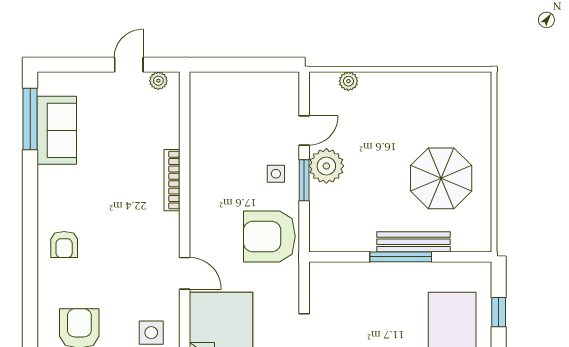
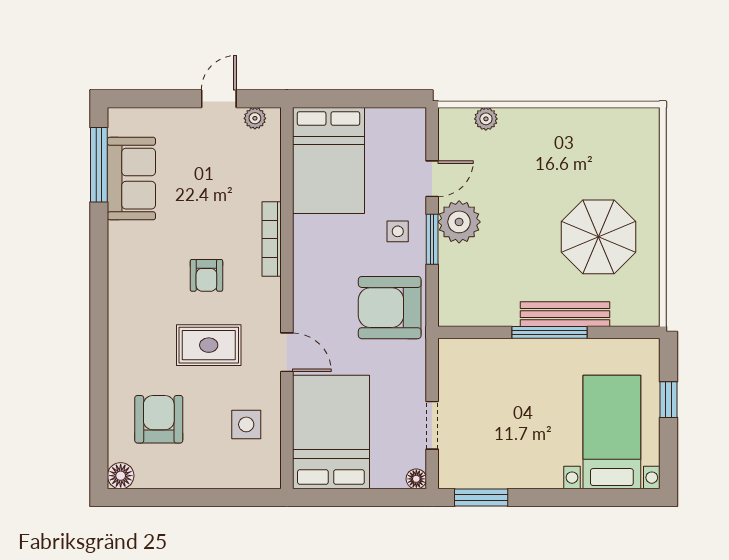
bed: (219, 115) -> (328, 161), added
armchair: (64, 245) -> (206, 275), moved
rug: (120, 267) -> (209, 345), added

